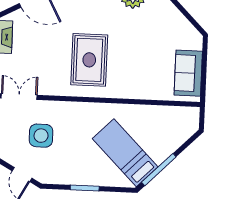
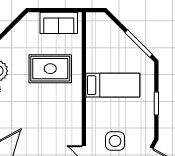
rug: (89, 60) -> (50, 69), moved
bed: (125, 153) -> (113, 85), moved, turned -135

